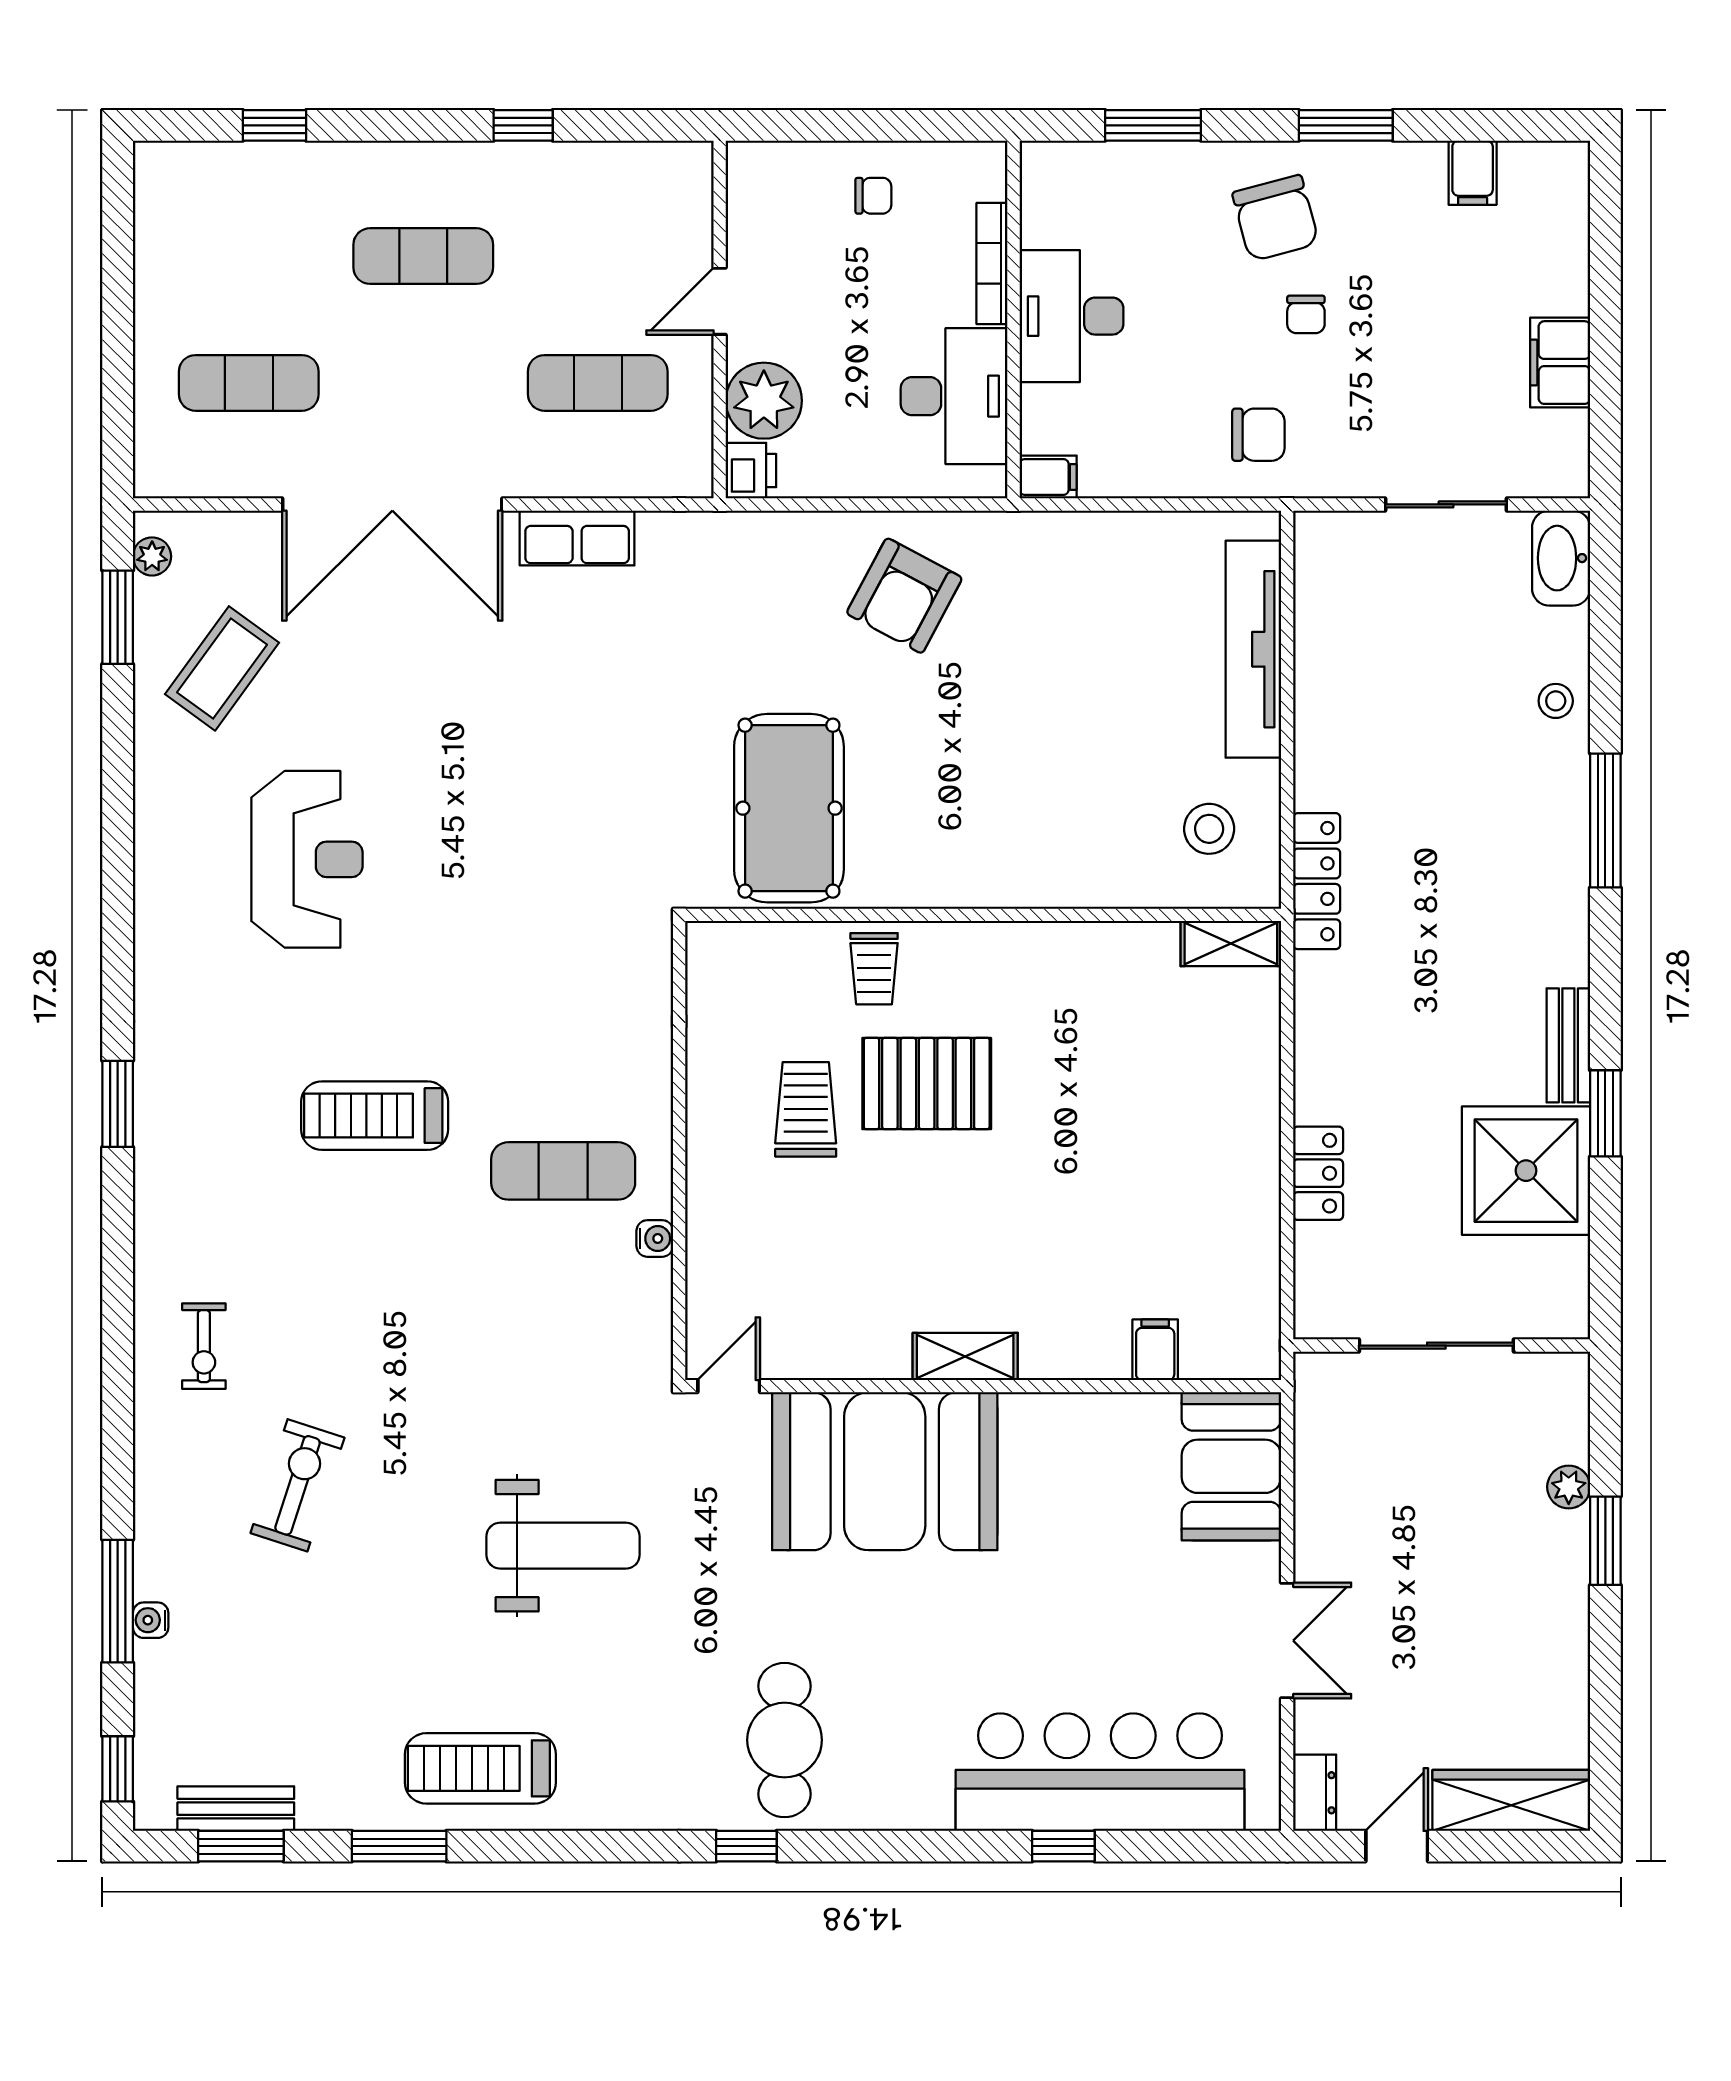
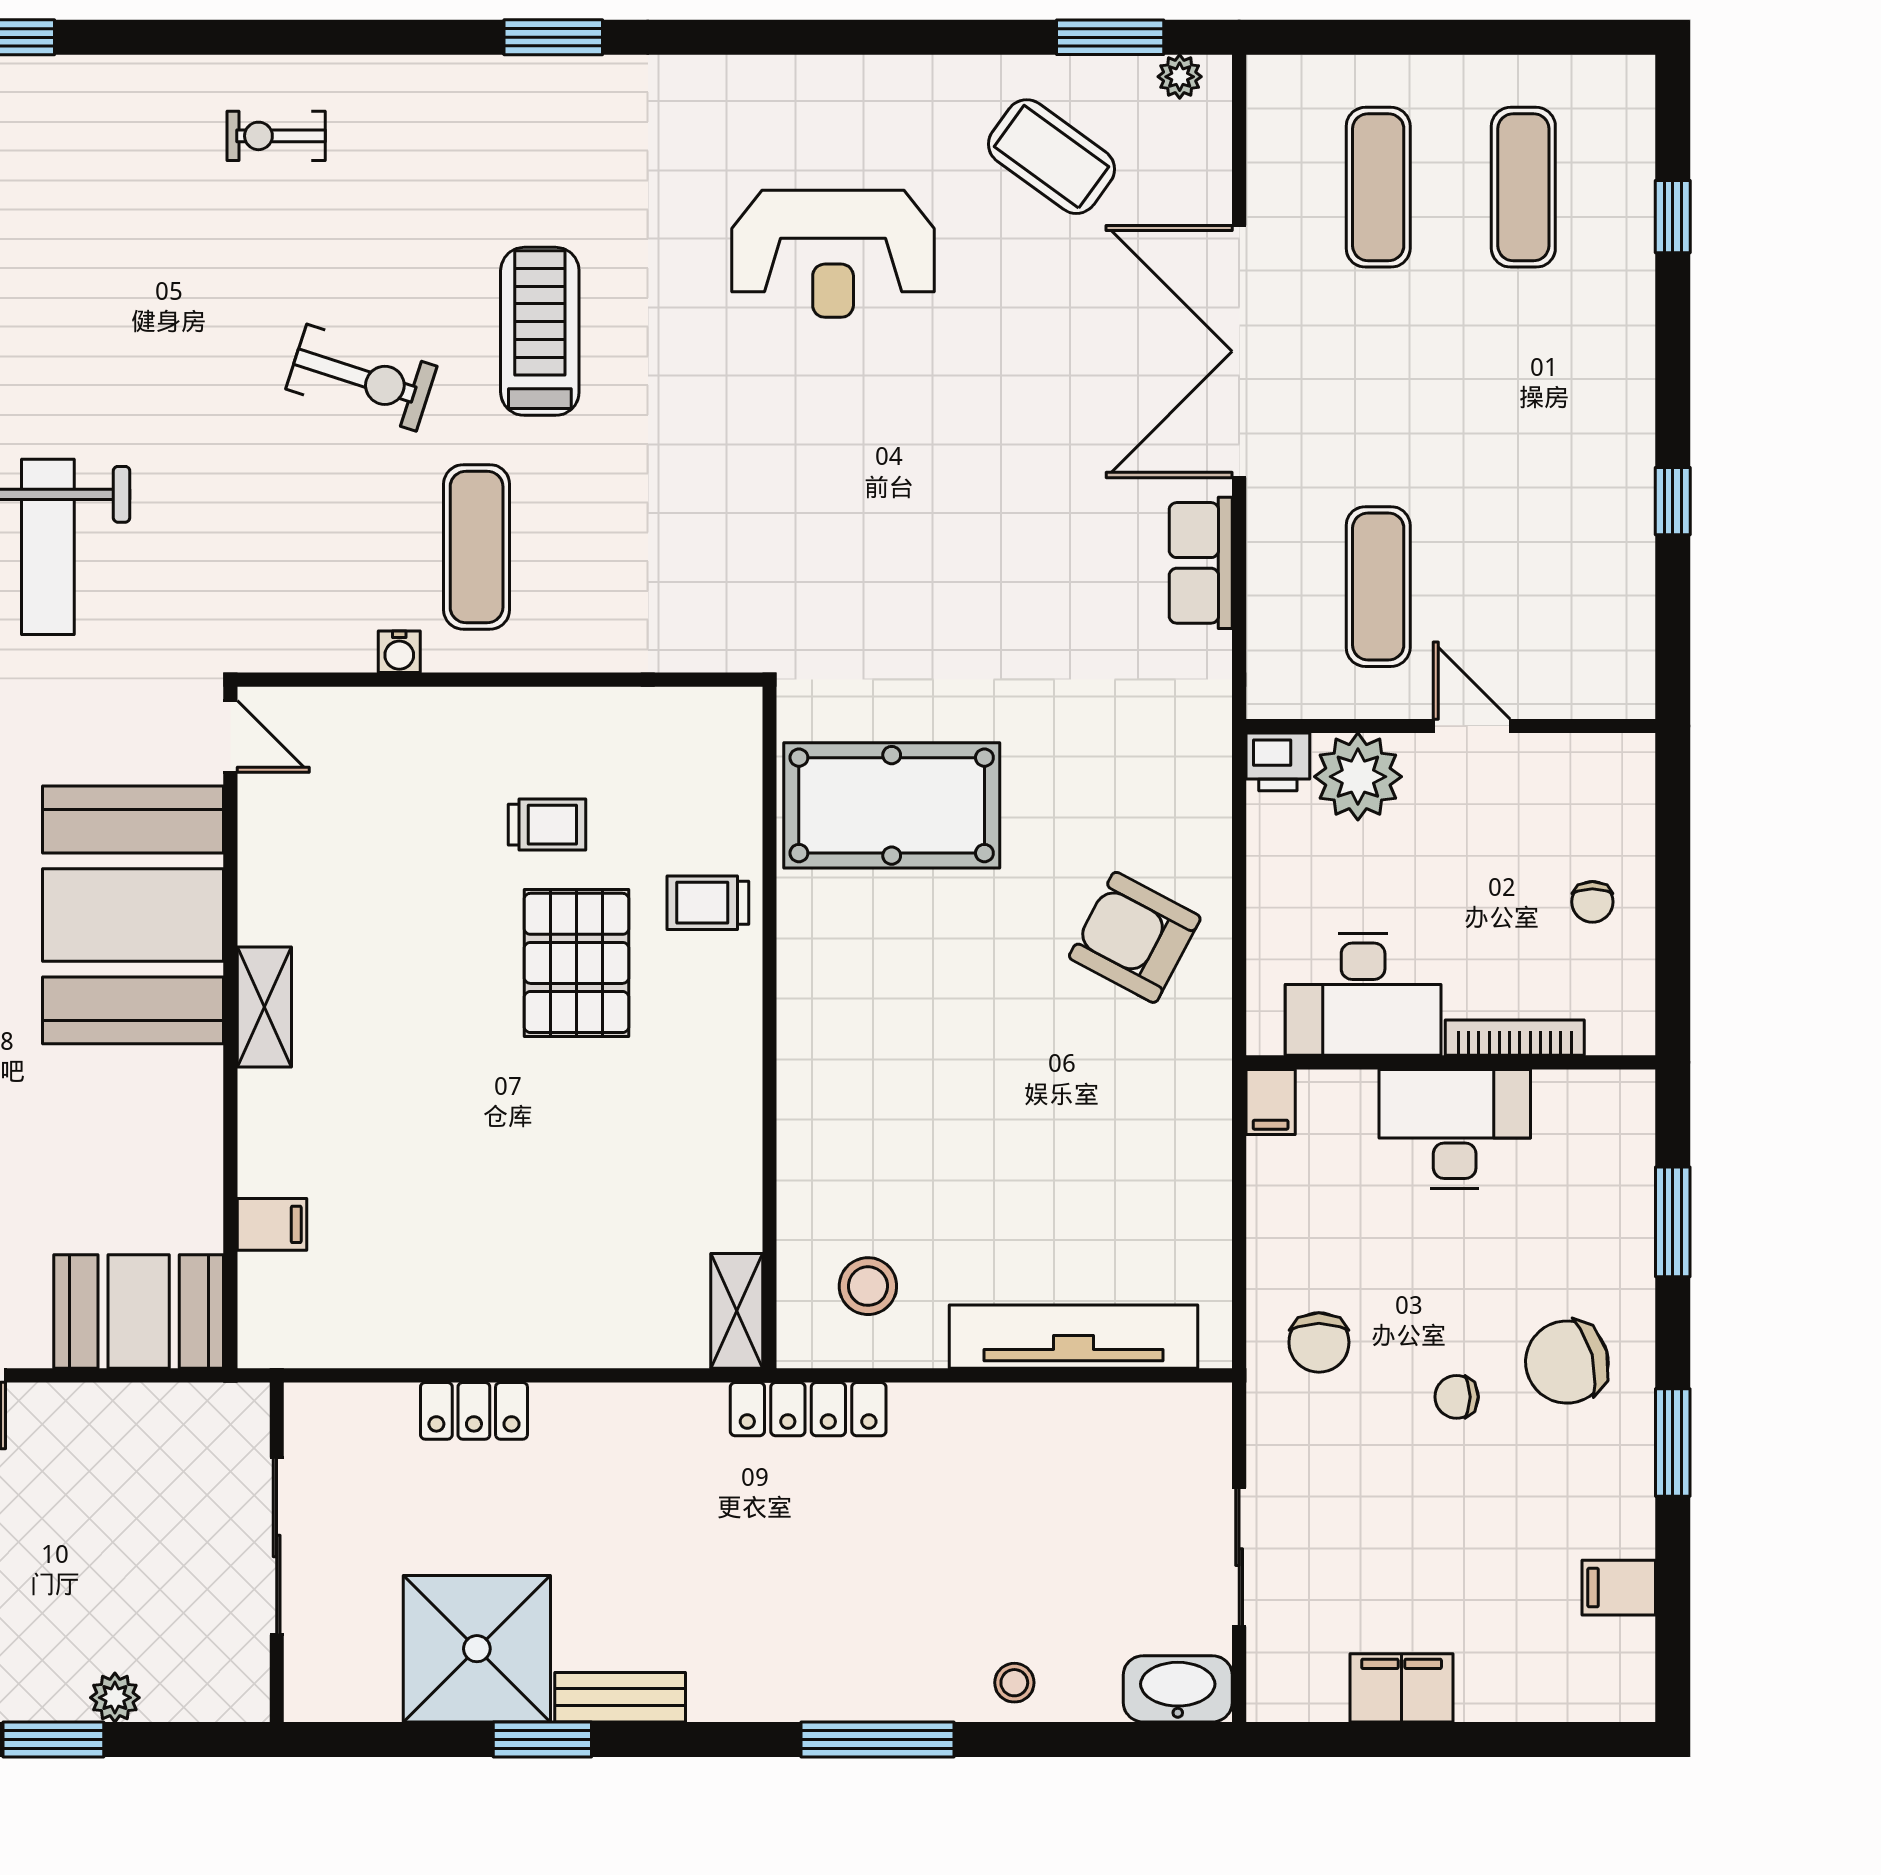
exercise mat: (423, 256) -> (1523, 187), moved
trolley: (806, 1109) -> (547, 825), width x0.73, depth x0.72
exercise bike: (298, 1485) -> (361, 378), moved

